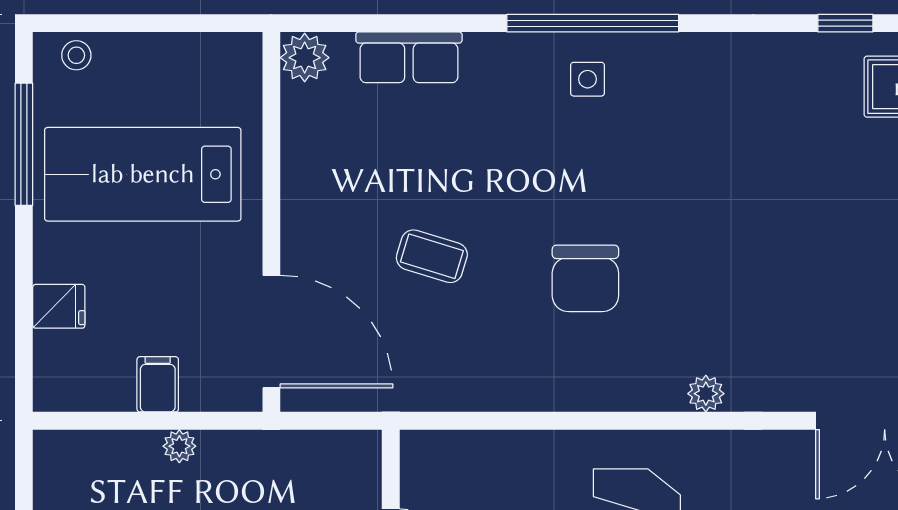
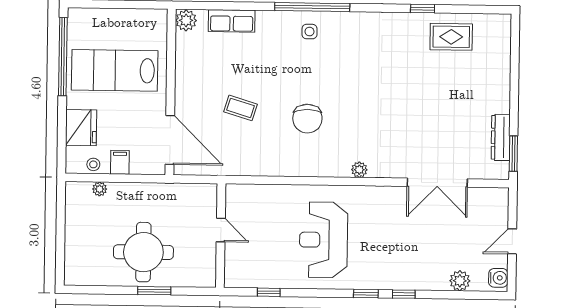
stool: (76, 55) -> (93, 164), moved
window: (24, 144) -> (63, 57), width x1.46
fridge: (59, 306) -> (81, 128), width x1.88, depth x1.34
plant: (179, 446) -> (100, 189), moved

